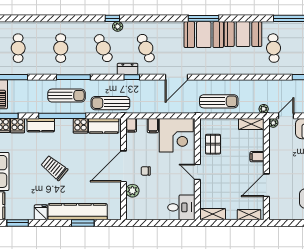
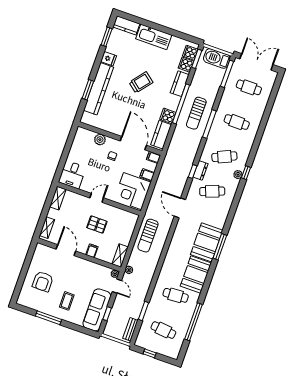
sun lounger: (110, 103) -> (178, 147), removed
pallet: (213, 144) -> (97, 225), moved
door: (124, 166) -> (133, 143), moved

